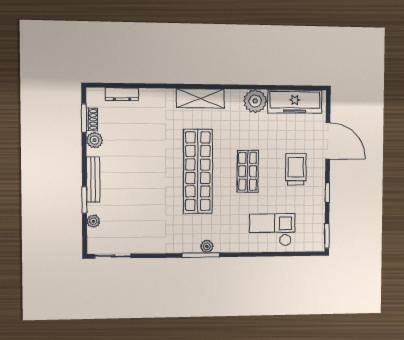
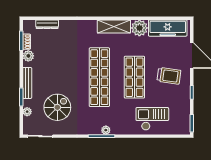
shelving: (200, 98) -> (114, 26), moved
trolley: (296, 169) -> (169, 76), turned 98
shop shelf: (248, 171) -> (134, 77), width x1.43, depth x1.36
spiral stairs: (137, 215) -> (57, 107), added

